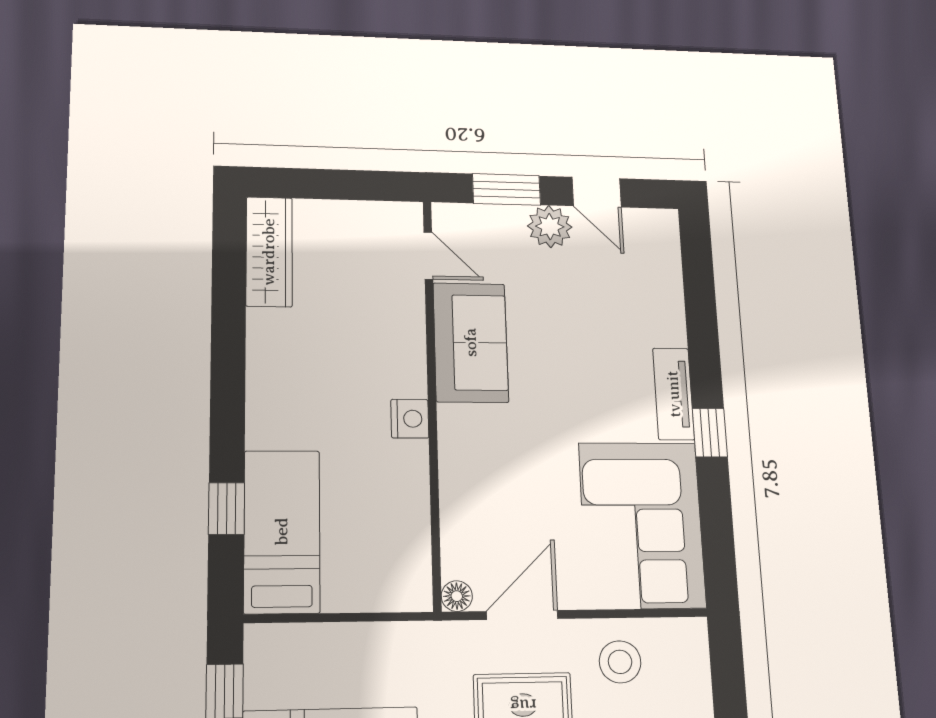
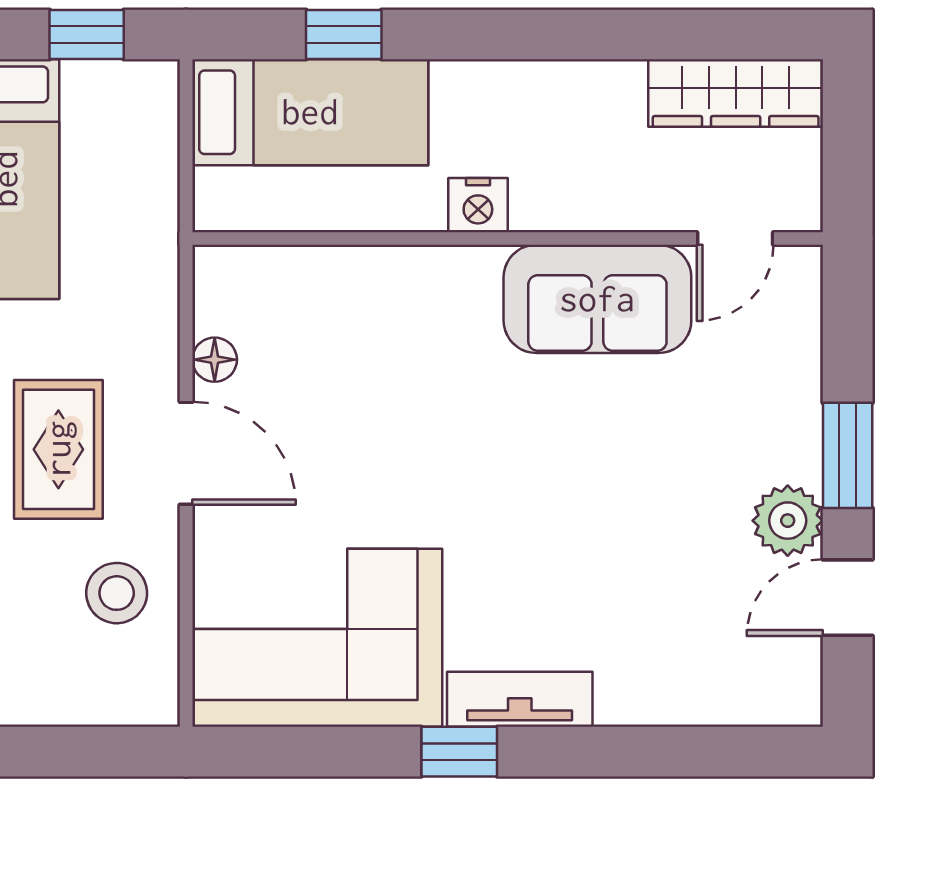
door: (428, 256) -> (735, 239), moved
sofa: (471, 342) -> (597, 299), moved
wall: (432, 399) -> (508, 239), moved
nightstand: (410, 419) -> (478, 205), moved

